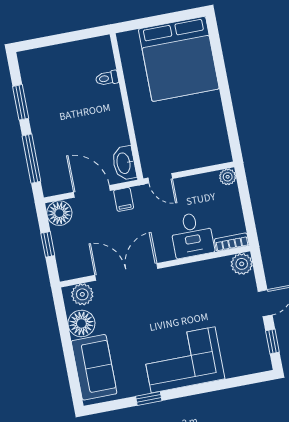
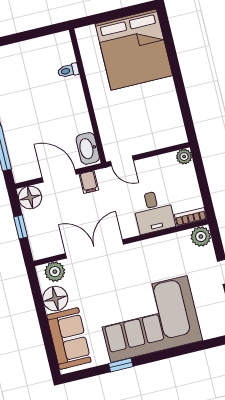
corner sofa: (183, 360) -> (149, 319), width x1.36, depth x1.36

